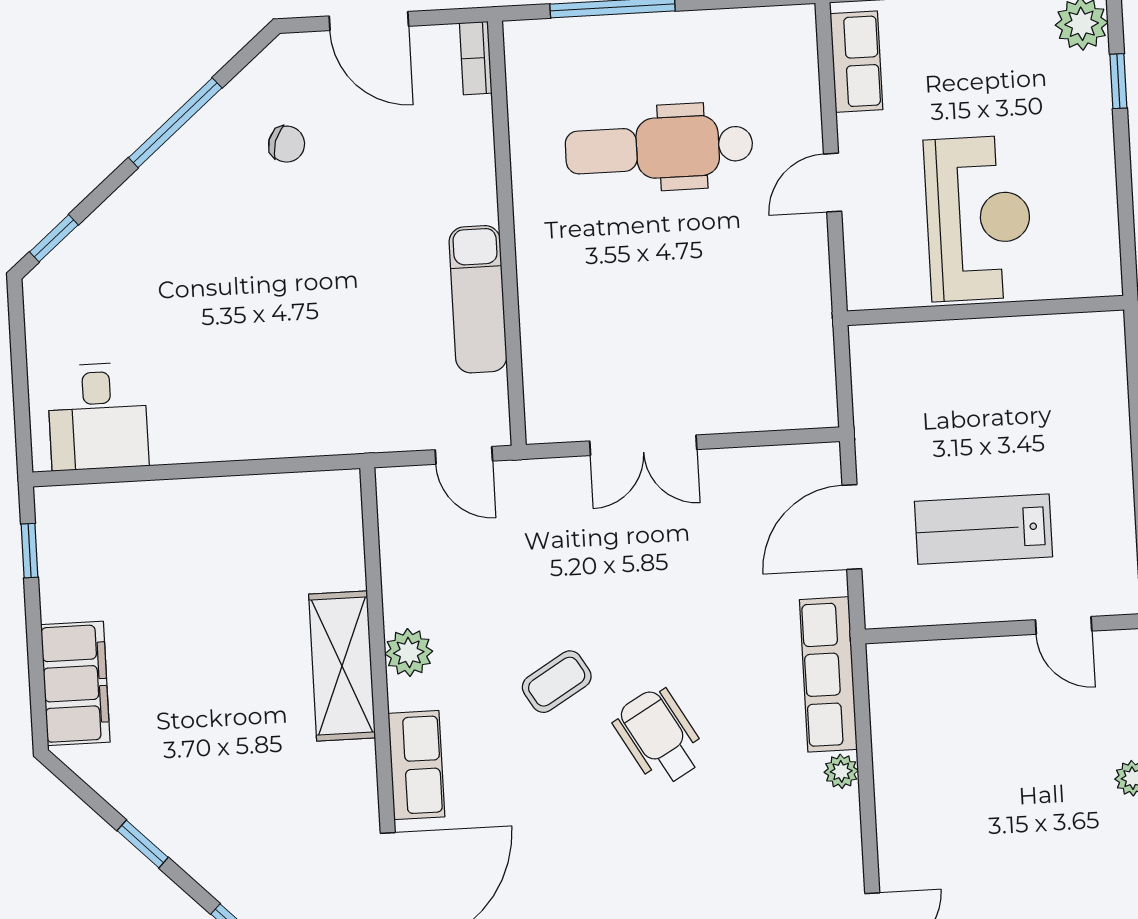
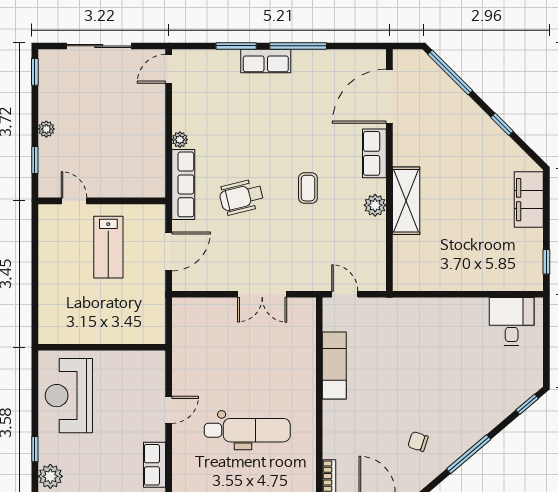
reception desk: (978, 218) -> (69, 396), moved
double door: (643, 445) -> (262, 294), swing flipped
lab bench: (983, 529) -> (108, 247), turned 90
coffee table: (557, 682) -> (308, 188), turned -59
wheelchair: (659, 737) -> (241, 197), moved, turned 106

